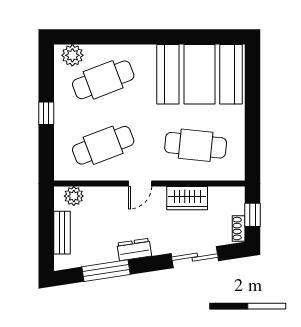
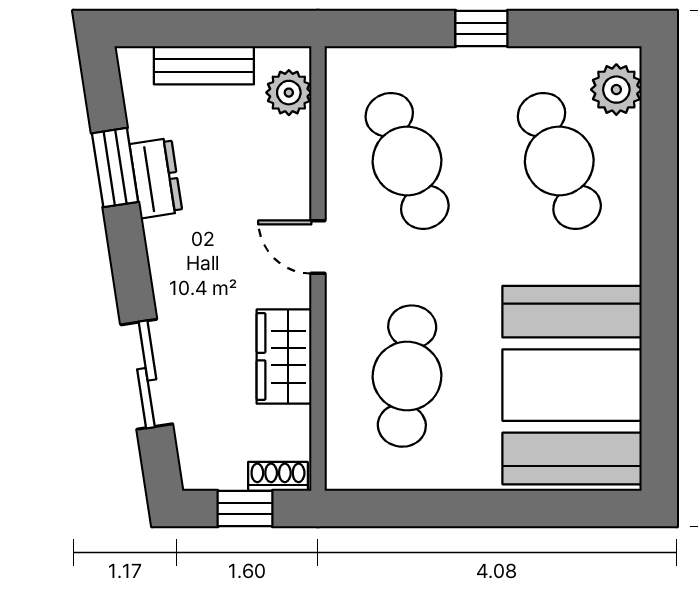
shoe rack: (239, 229) -> (278, 476), moved
dresser: (134, 250) -> (156, 178), moved
window: (106, 271) -> (115, 168), width x0.69

